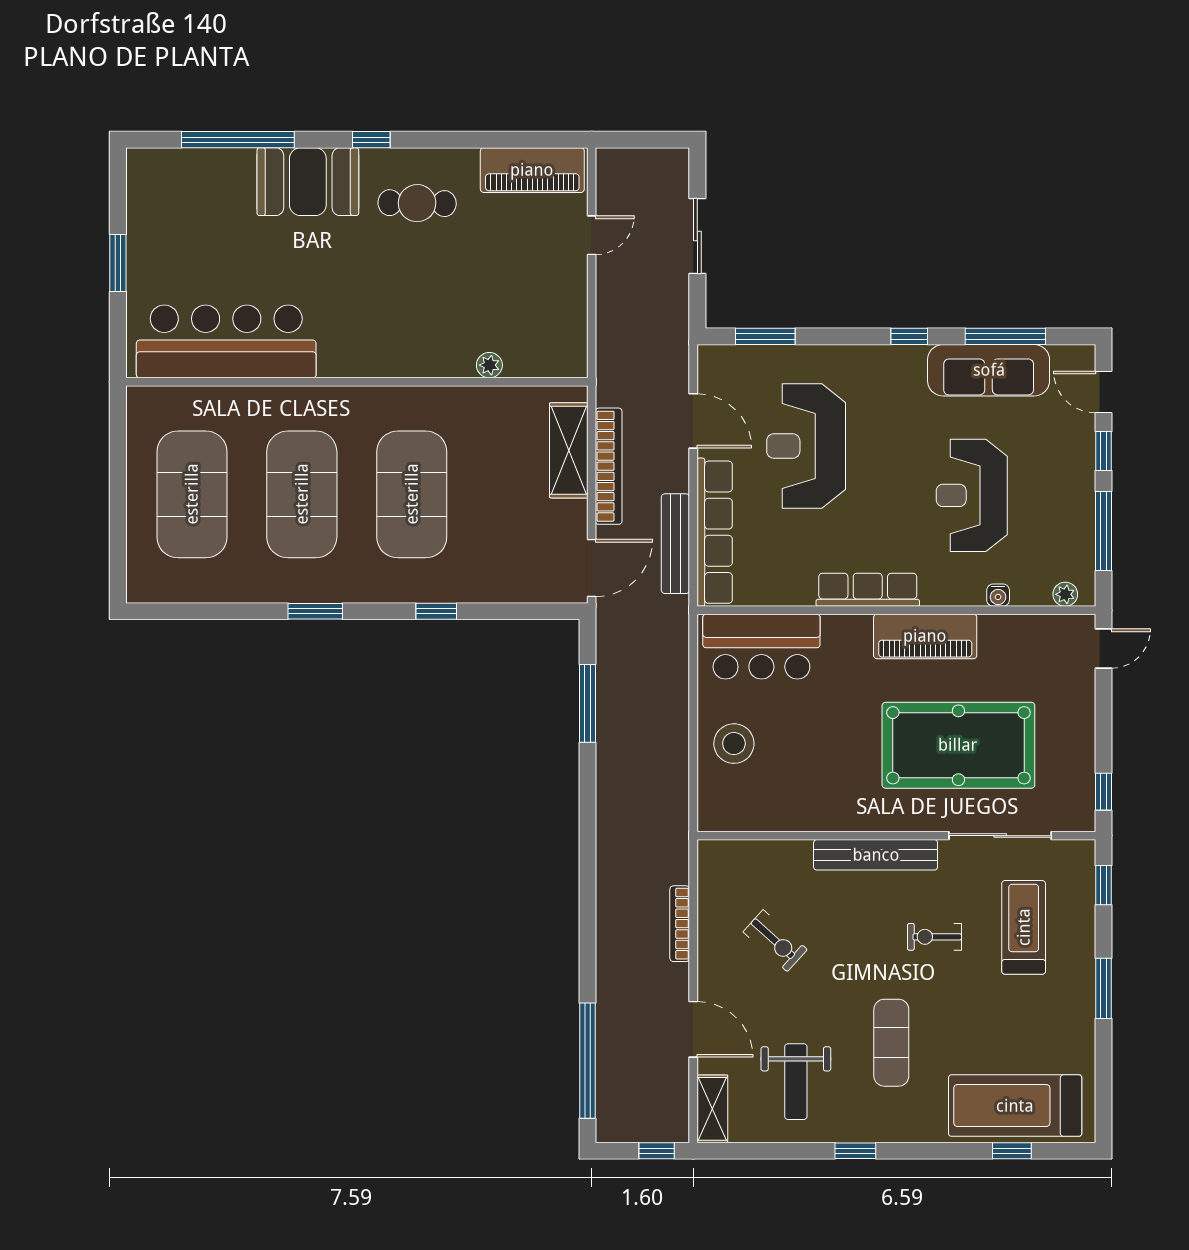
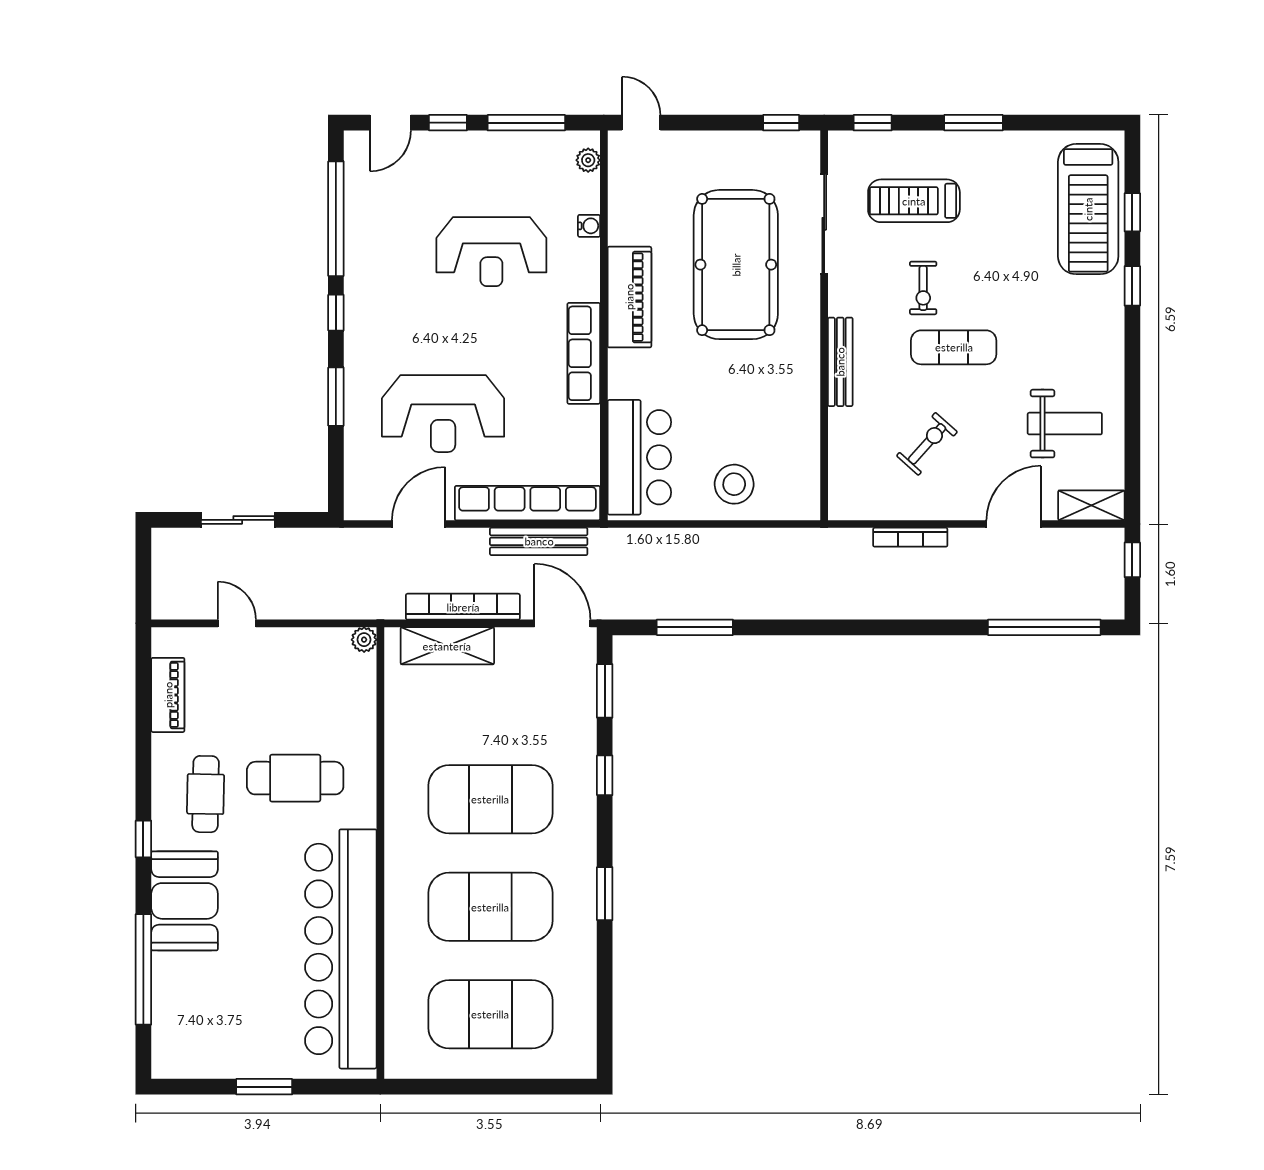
piano: (532, 170) -> (168, 695), width x0.73, depth x0.75
cafe table: (433, 295) -> (295, 778), added
window: (765, 336) -> (336, 397), moved
window: (1005, 336) -> (336, 219), width x1.46
bar counter: (226, 341) -> (341, 949), width x1.36
plant: (489, 365) -> (364, 640), moved
sofa: (989, 370) -> (369, 235), removed
window: (523, 611) -> (605, 691), added
bench: (876, 855) -> (840, 362), width x0.73, depth x0.82
exercise mat: (891, 1043) -> (954, 347), moved
window: (855, 1151) -> (1132, 286), moved

